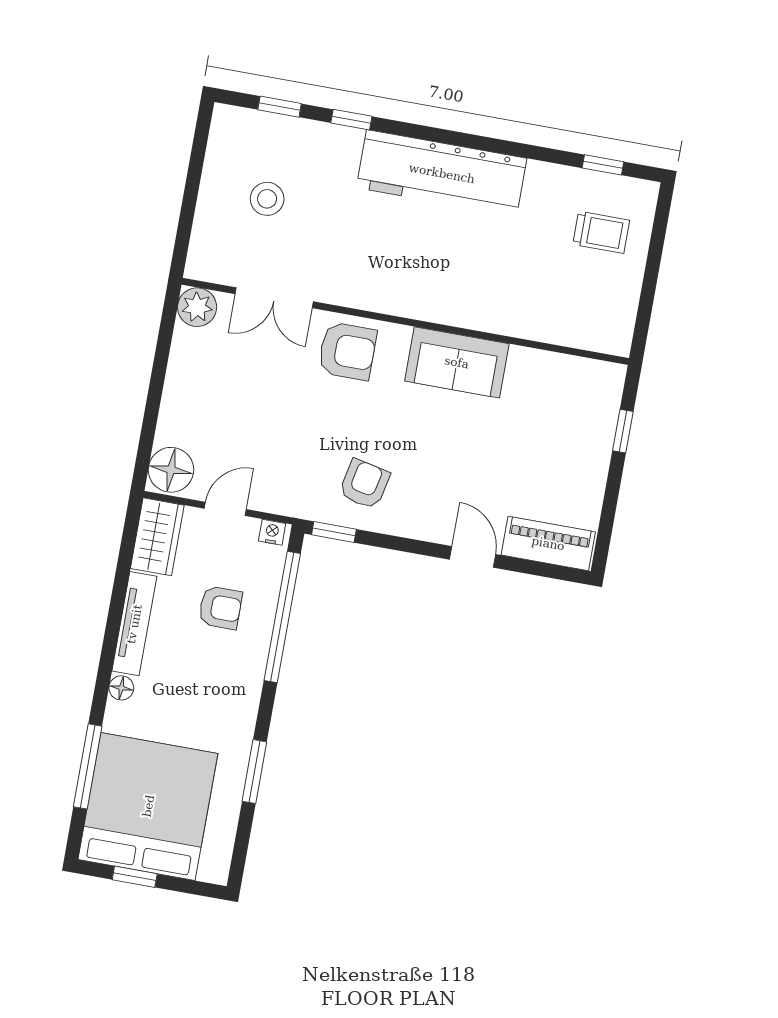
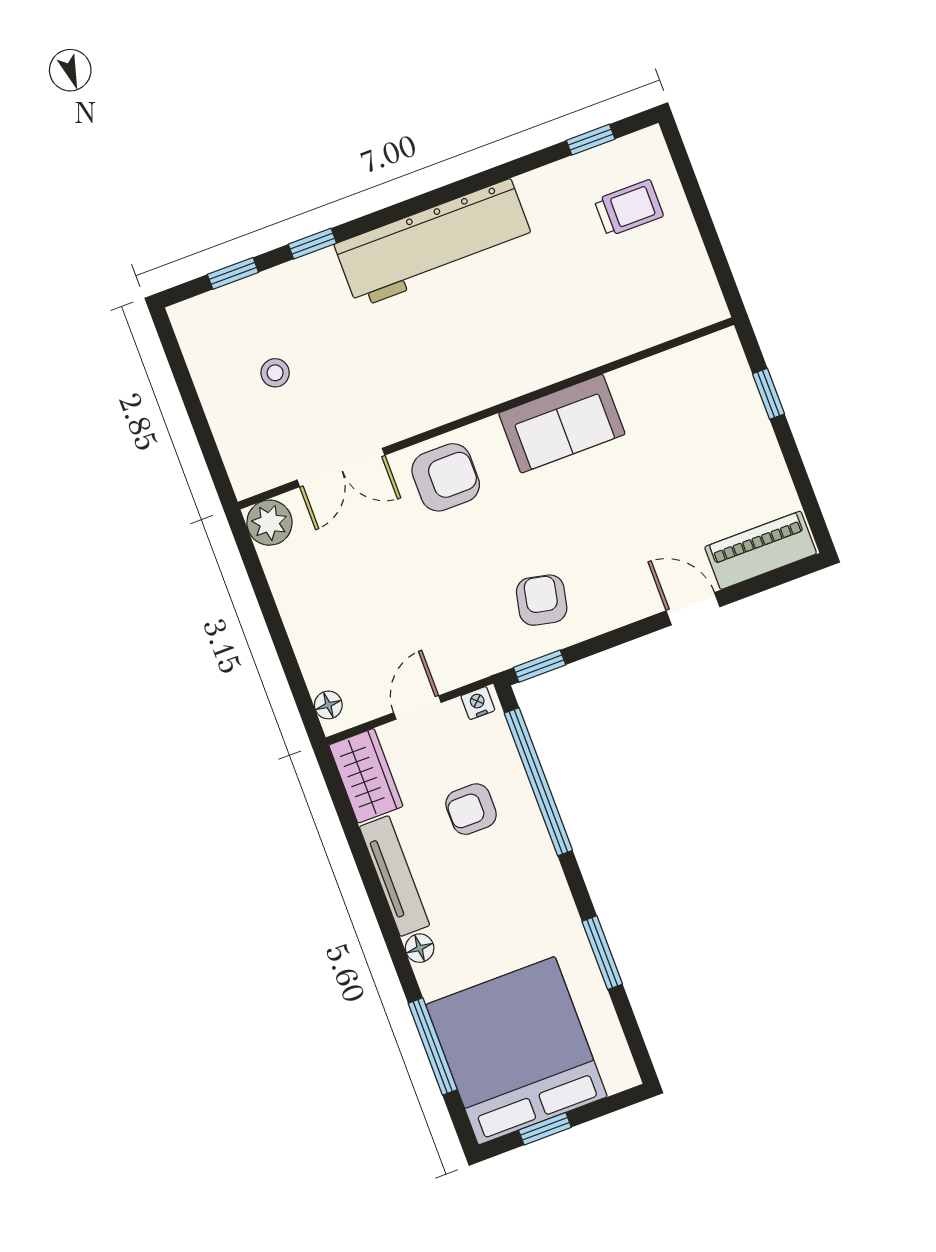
stool: (267, 199) -> (275, 373), width x0.73, depth x0.73
floor lamp: (171, 470) -> (328, 705), width x0.53, depth x0.53
armchair: (220, 608) -> (471, 809), turned 180

